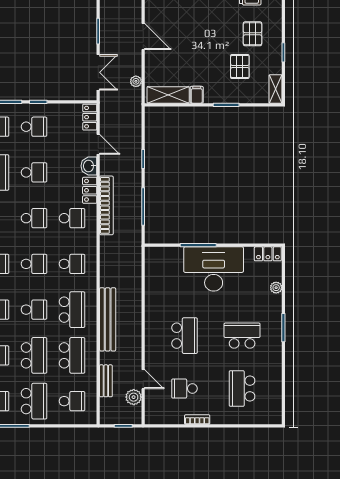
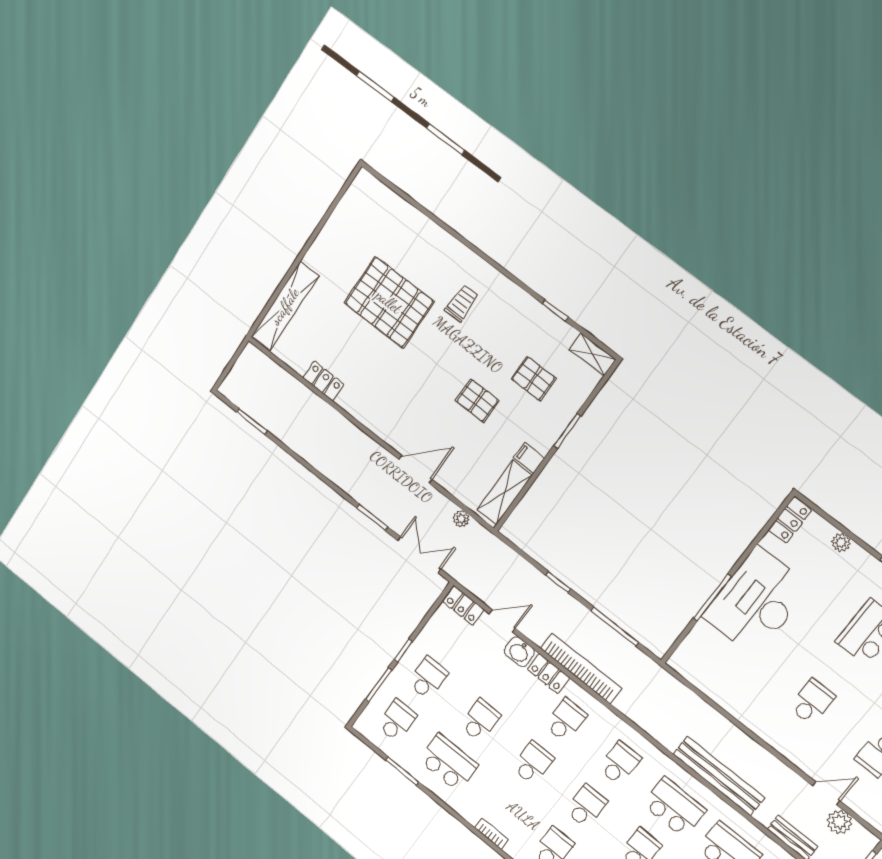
pallet: (253, 34) -> (477, 401), moved
school desk: (184, 336) -> (812, 702), width x0.54

